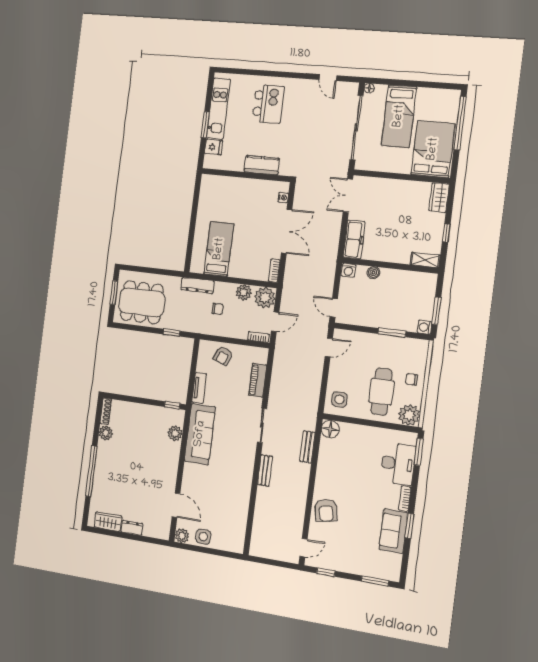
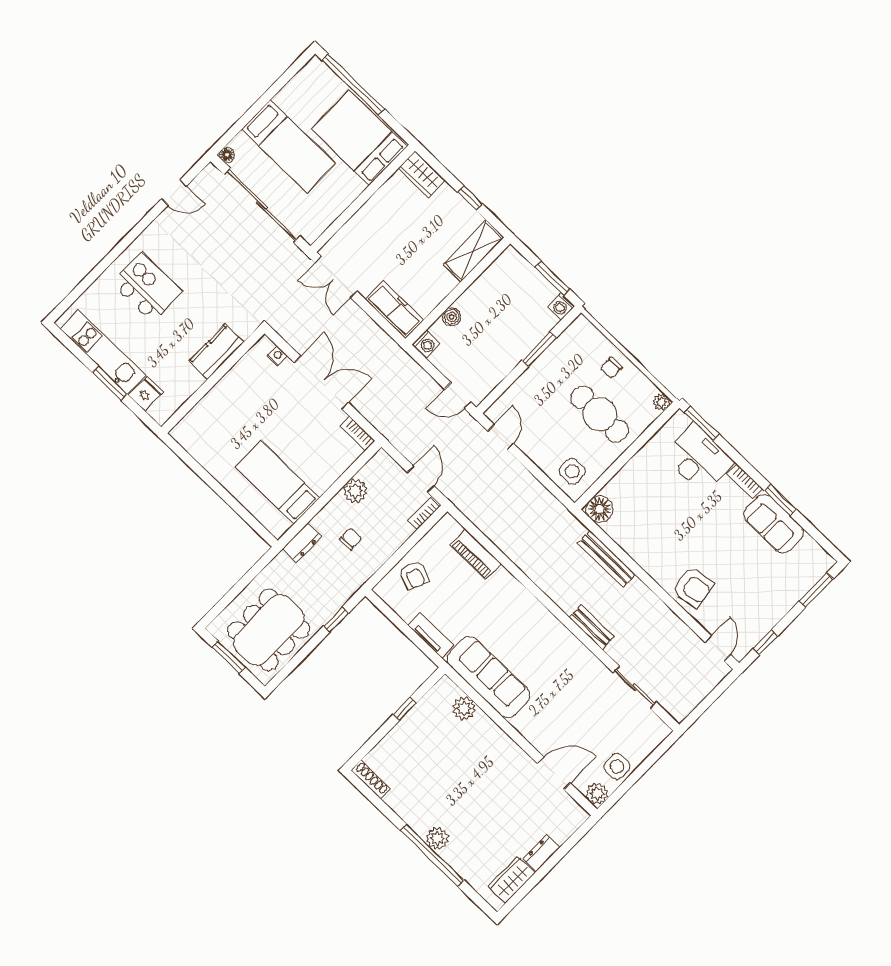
shelving: (425, 260) -> (474, 251), width x1.50, depth x1.33
dresser: (198, 285) -> (302, 542), width x0.70
plant: (265, 298) -> (382, 470), removed
window: (172, 405) -> (405, 709), moved
plant: (409, 415) -> (661, 402), width x0.53, depth x0.53
sliding door: (262, 425) -> (635, 687), moved
plant: (106, 433) -> (437, 838), moved
bench: (307, 447) -> (607, 559), width x1.36

